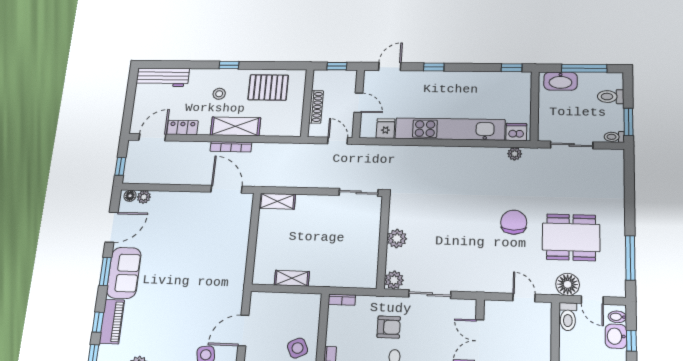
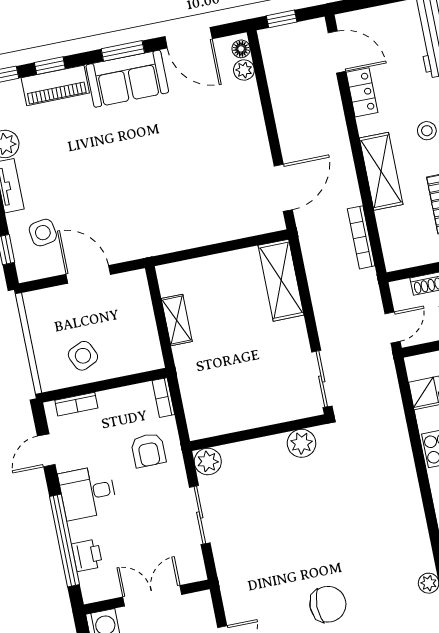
bookcase: (231, 147) -> (361, 237), moved
shelving: (277, 201) -> (281, 280), width x1.50, depth x1.33
plant: (397, 239) -> (302, 443), moved
armchair: (389, 327) -> (148, 450), moved

